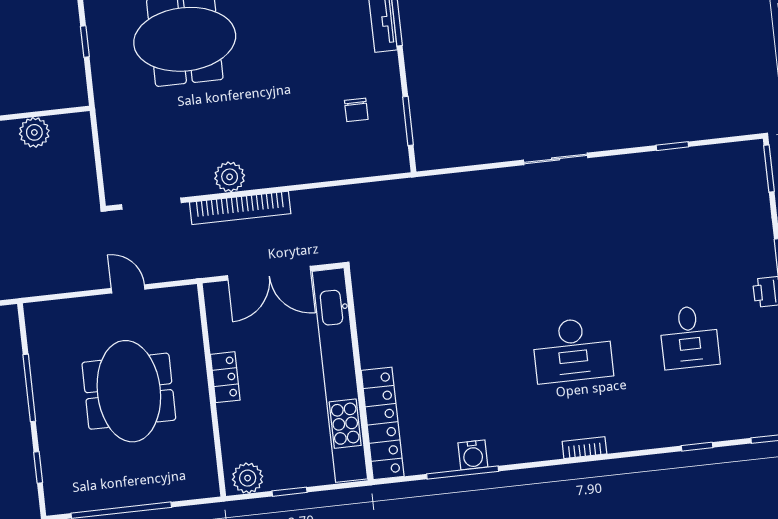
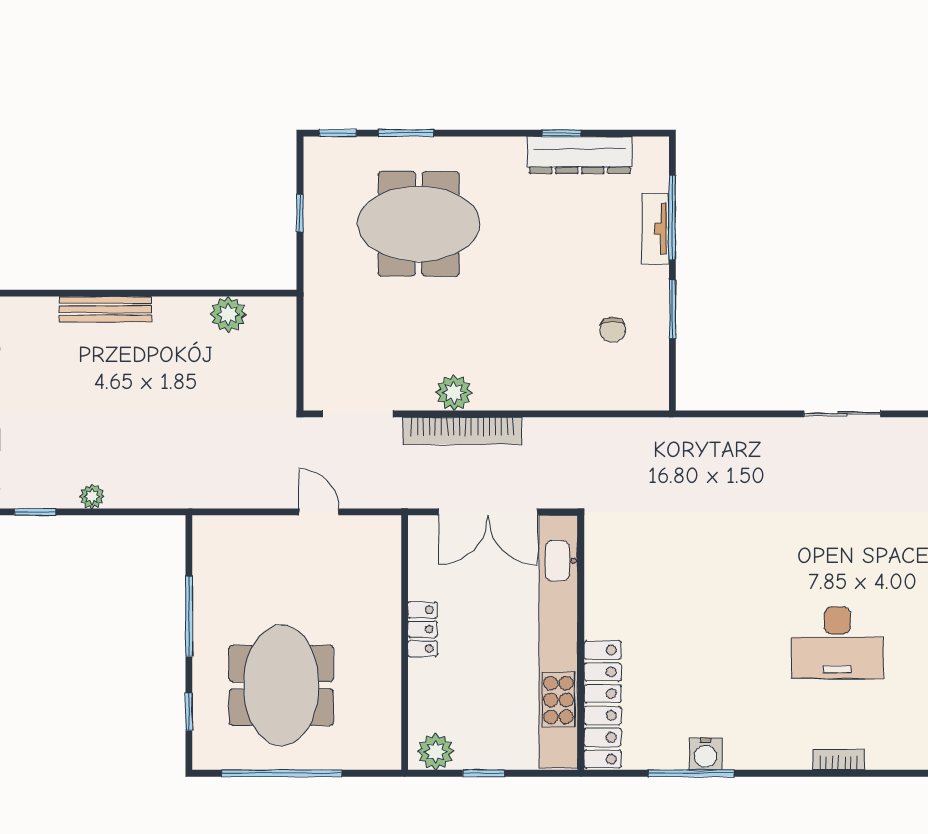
window: (408, 121) -> (672, 309), moved
meeting table: (129, 391) -> (281, 685), moved

